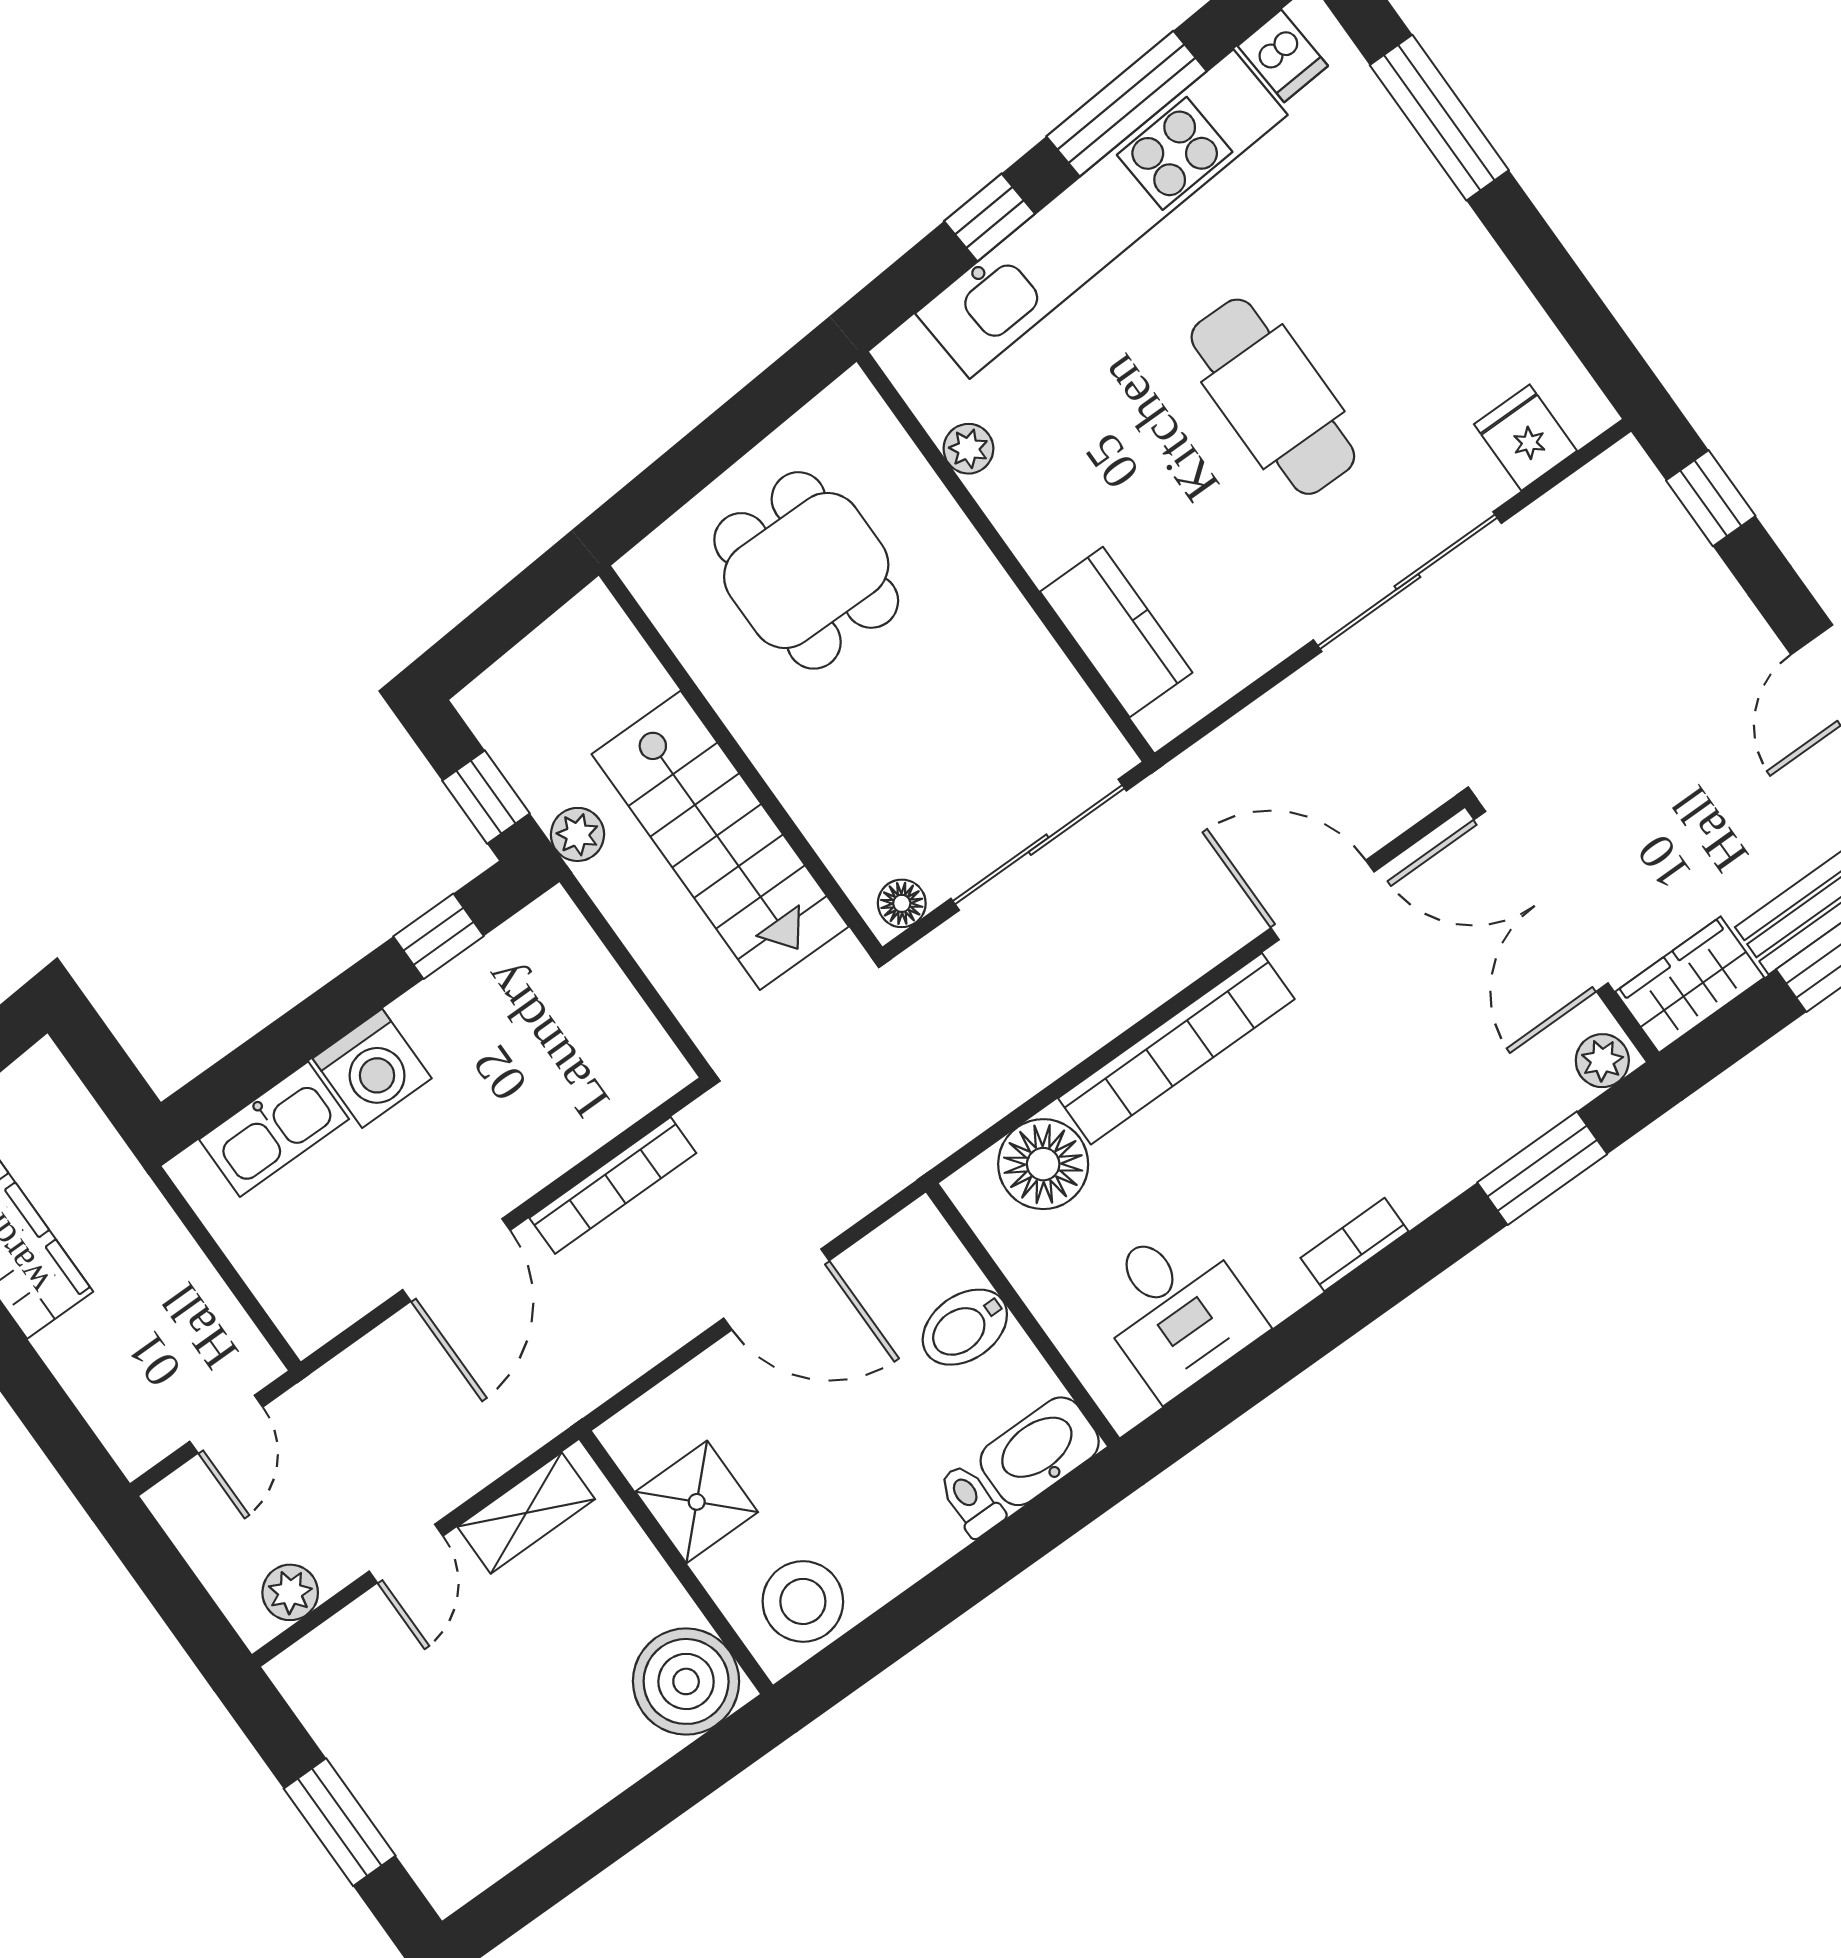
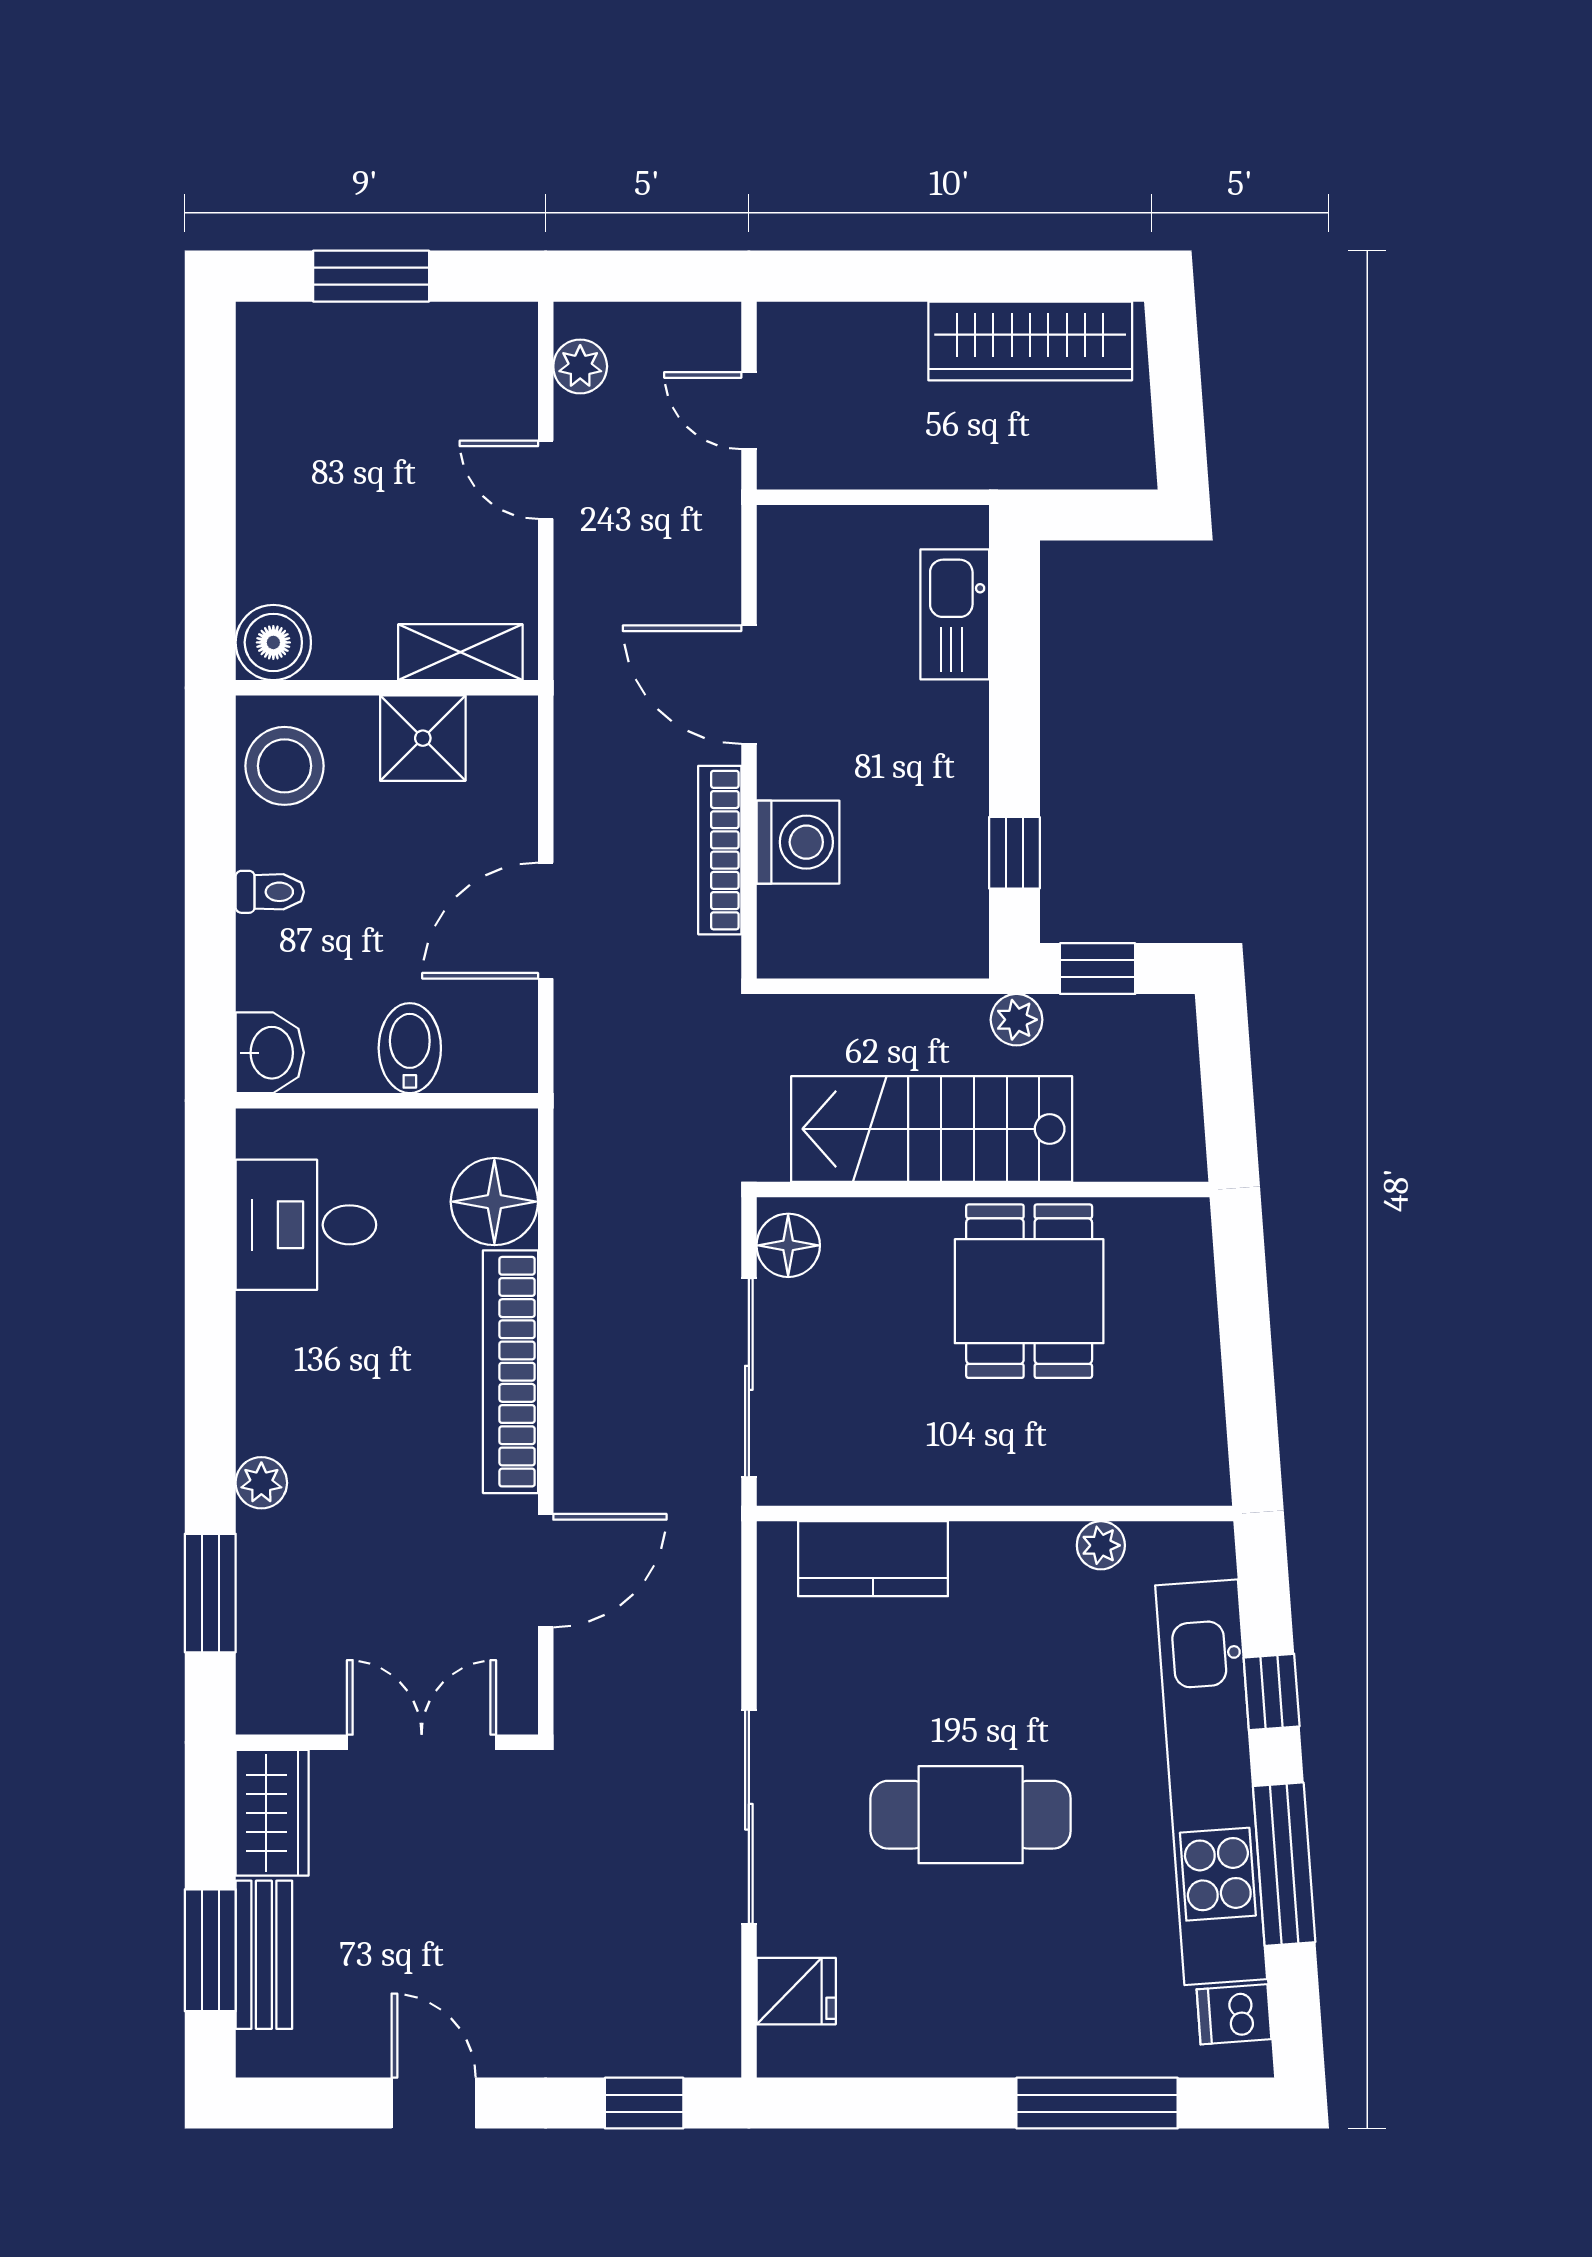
dining table: (806, 570) -> (1029, 1291), moved, turned 90
double door: (1541, 901) -> (422, 1742), width x0.73
floor lamp: (902, 903) -> (788, 1245), width x1.37, depth x1.37
plant: (1602, 1061) -> (261, 1483), moved
washing machine: (372, 1068) -> (798, 842), moved, turned 180
bookcase: (1354, 1245) -> (256, 1402), removed
washbasin: (1040, 1451) -> (270, 1053), width x0.72
toilet: (971, 1500) -> (270, 892), moved
shelving: (526, 1513) -> (460, 652), moved, turned 90
boiler: (686, 1681) -> (273, 642), width x0.73, depth x0.73

